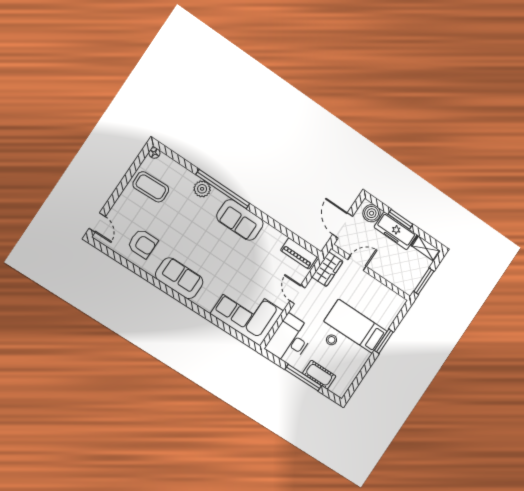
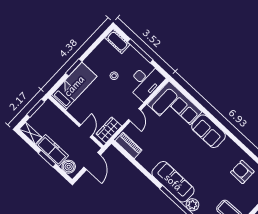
sofa: (240, 220) -> (173, 182), width x1.36
door: (357, 263) -> (86, 131), swing flipped
sofa: (179, 278) -> (209, 131), moved
bed: (355, 326) -> (74, 86), moved, turned -90
cot: (319, 375) -> (117, 41), moved

